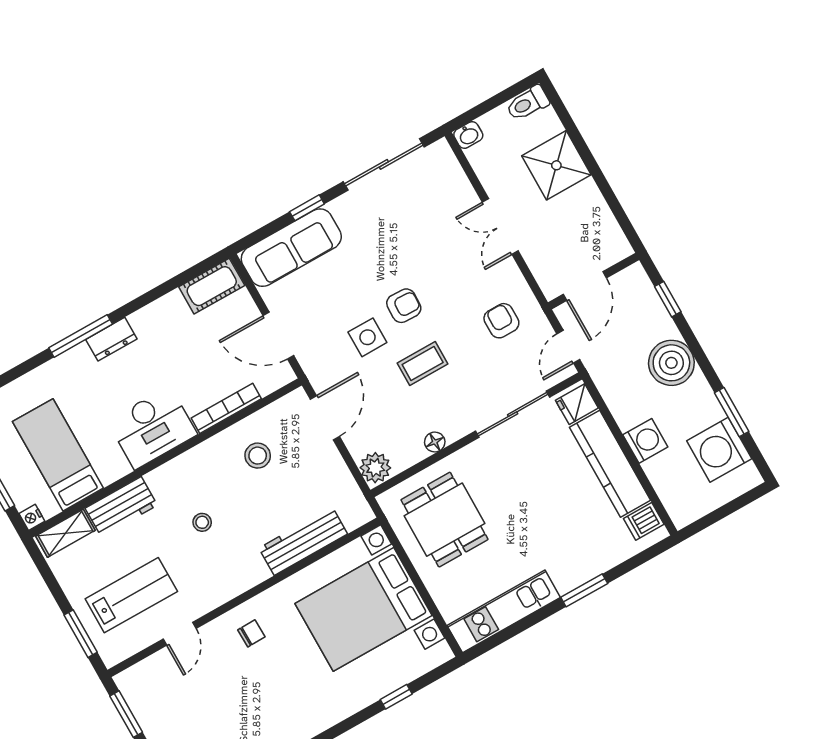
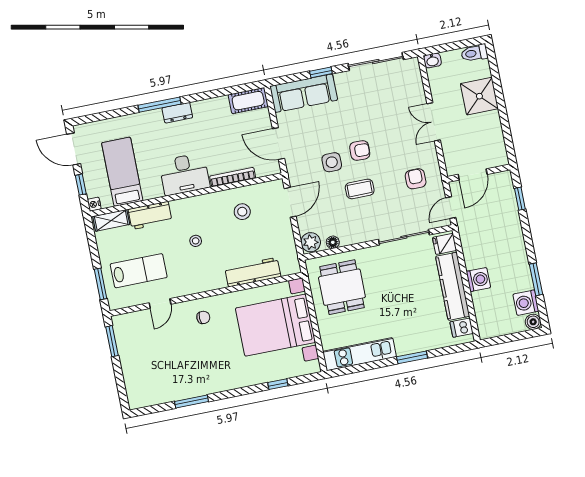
boiler: (671, 363) -> (533, 322), moved, width x0.54, depth x0.54
floor lamp: (435, 442) -> (333, 242), moved
washing machine: (719, 450) -> (526, 303), width x0.73, depth x0.73

